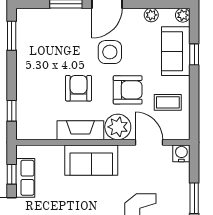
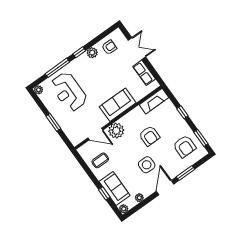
armchair: (128, 90) -> (184, 146), moved, turned -90
window: (12, 111) -> (182, 112), moved
fireplace: (80, 130) -> (154, 101), moved
water cooler: (181, 153) -> (76, 140), removed
window: (12, 174) -> (152, 70), removed

